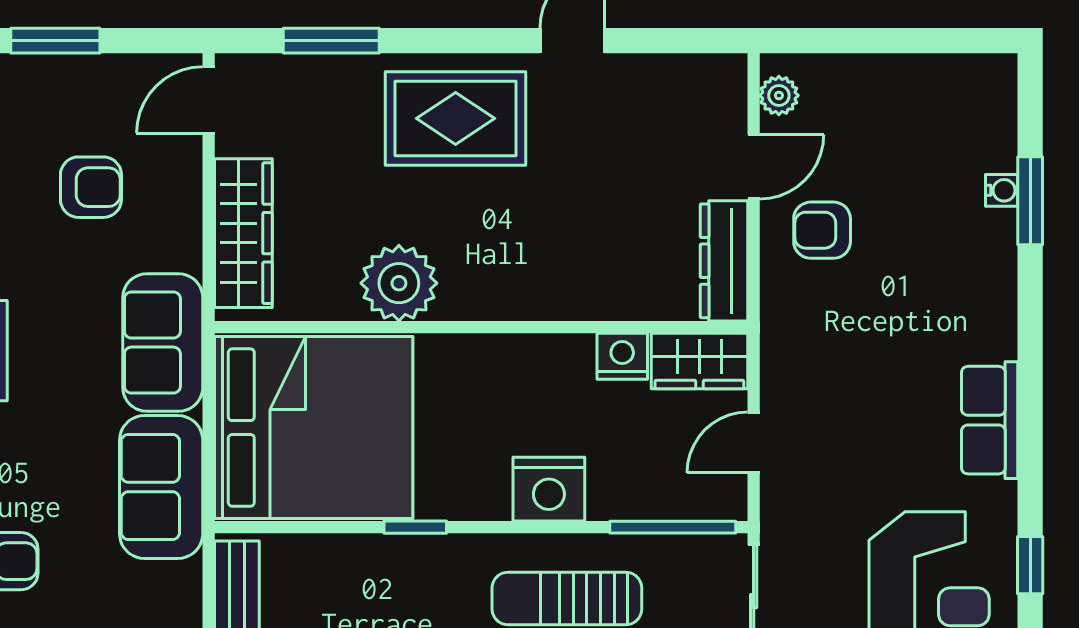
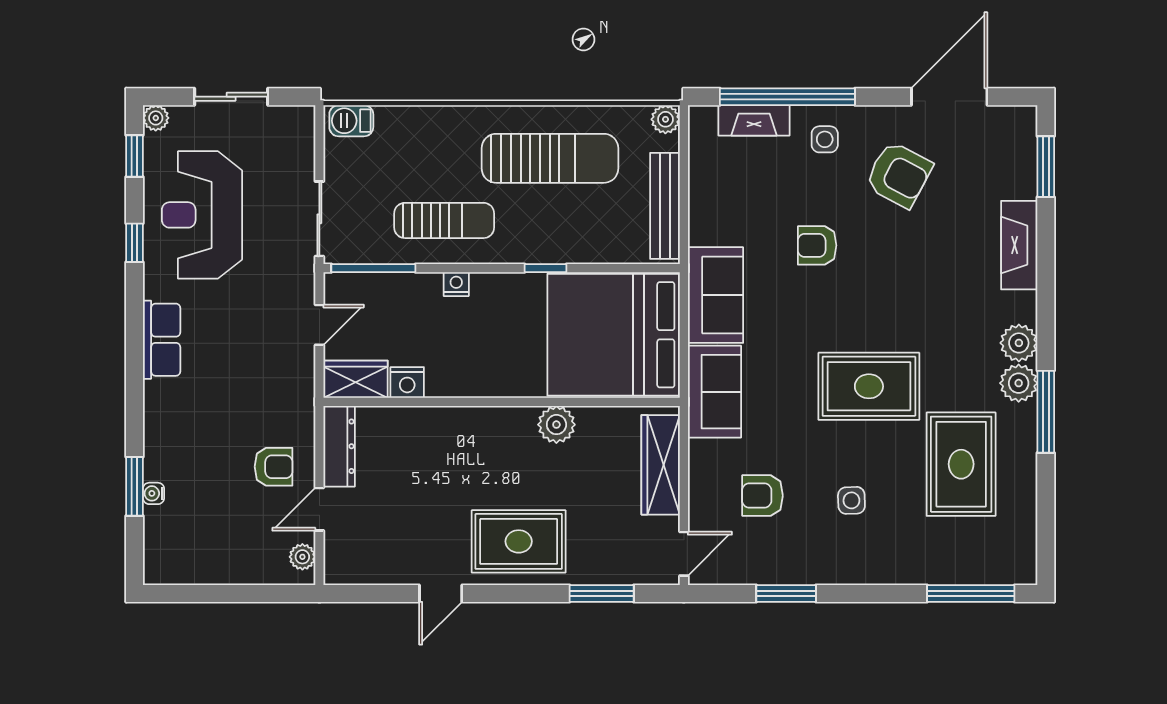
plant: (399, 283) -> (556, 425), width x0.73, depth x0.73
nightstand: (549, 489) -> (456, 284), width x0.53, depth x0.56

